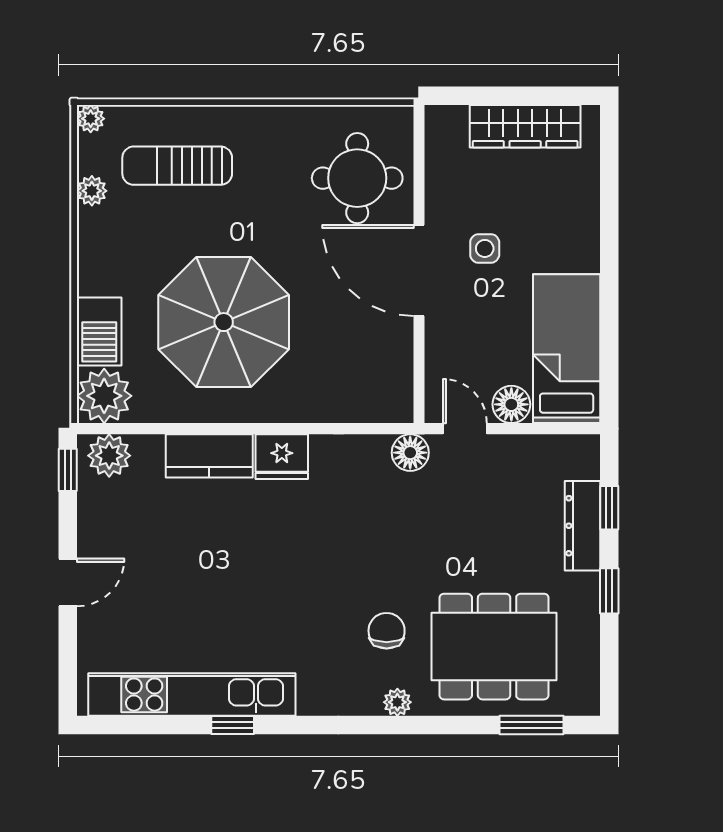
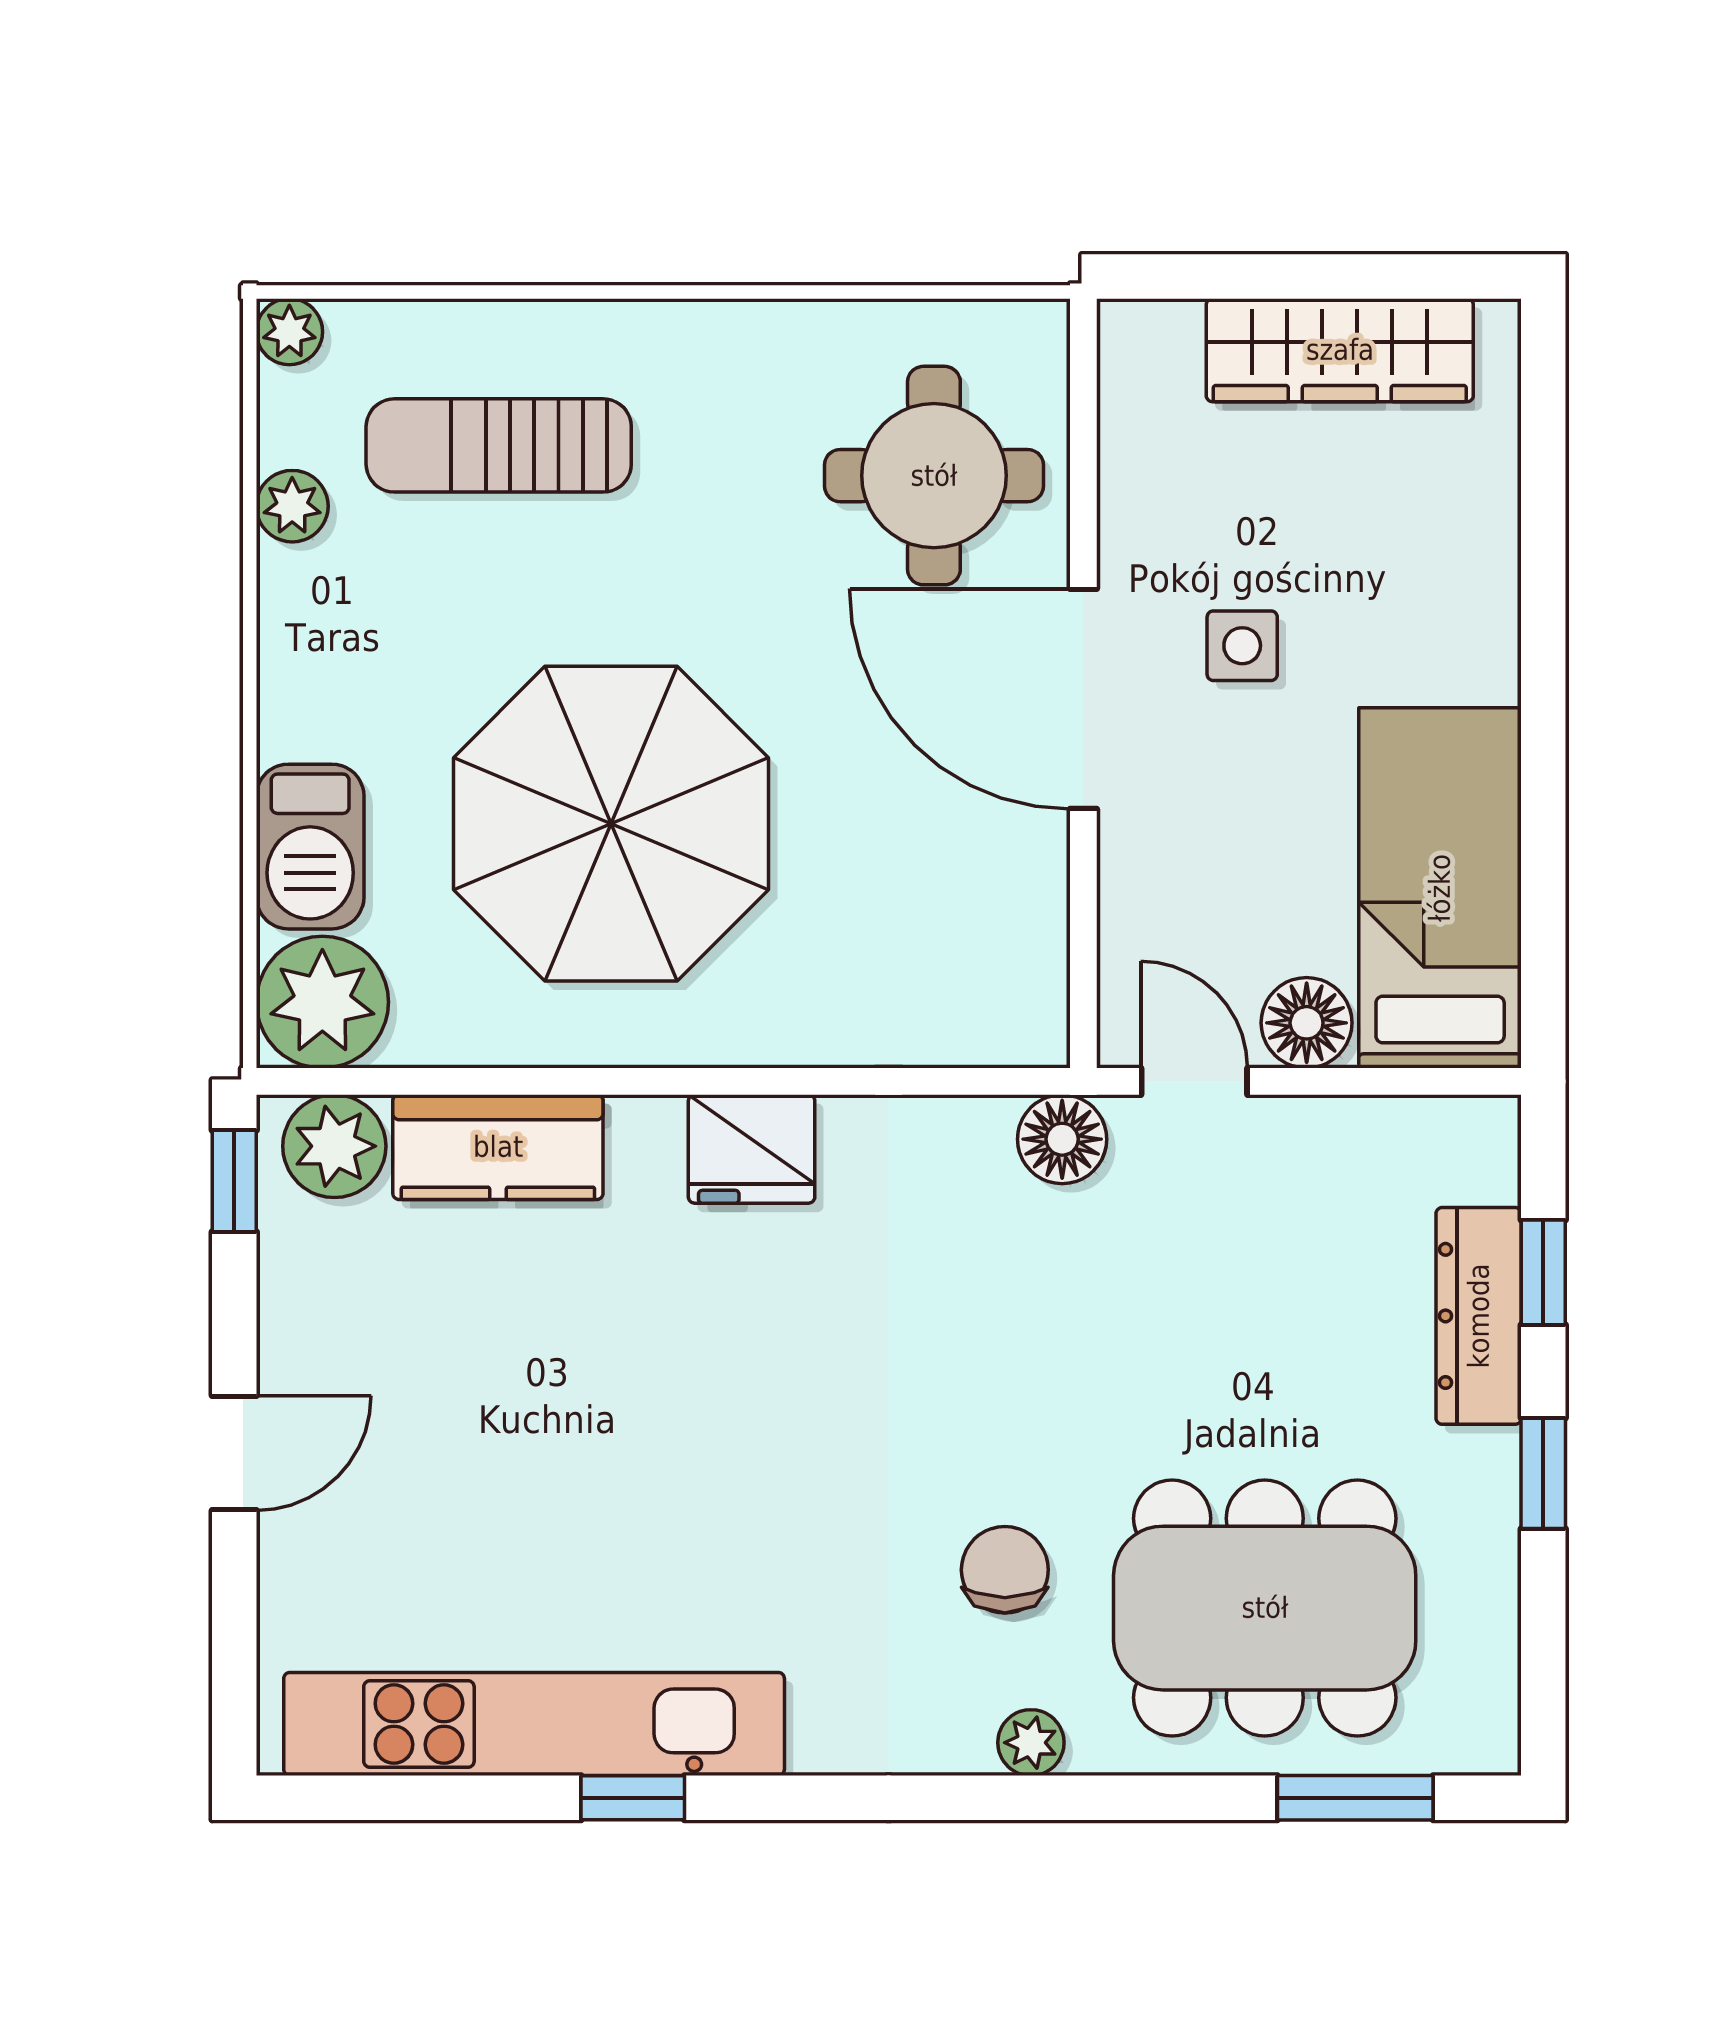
kitchen counter: (209, 456) -> (498, 1147), moved

